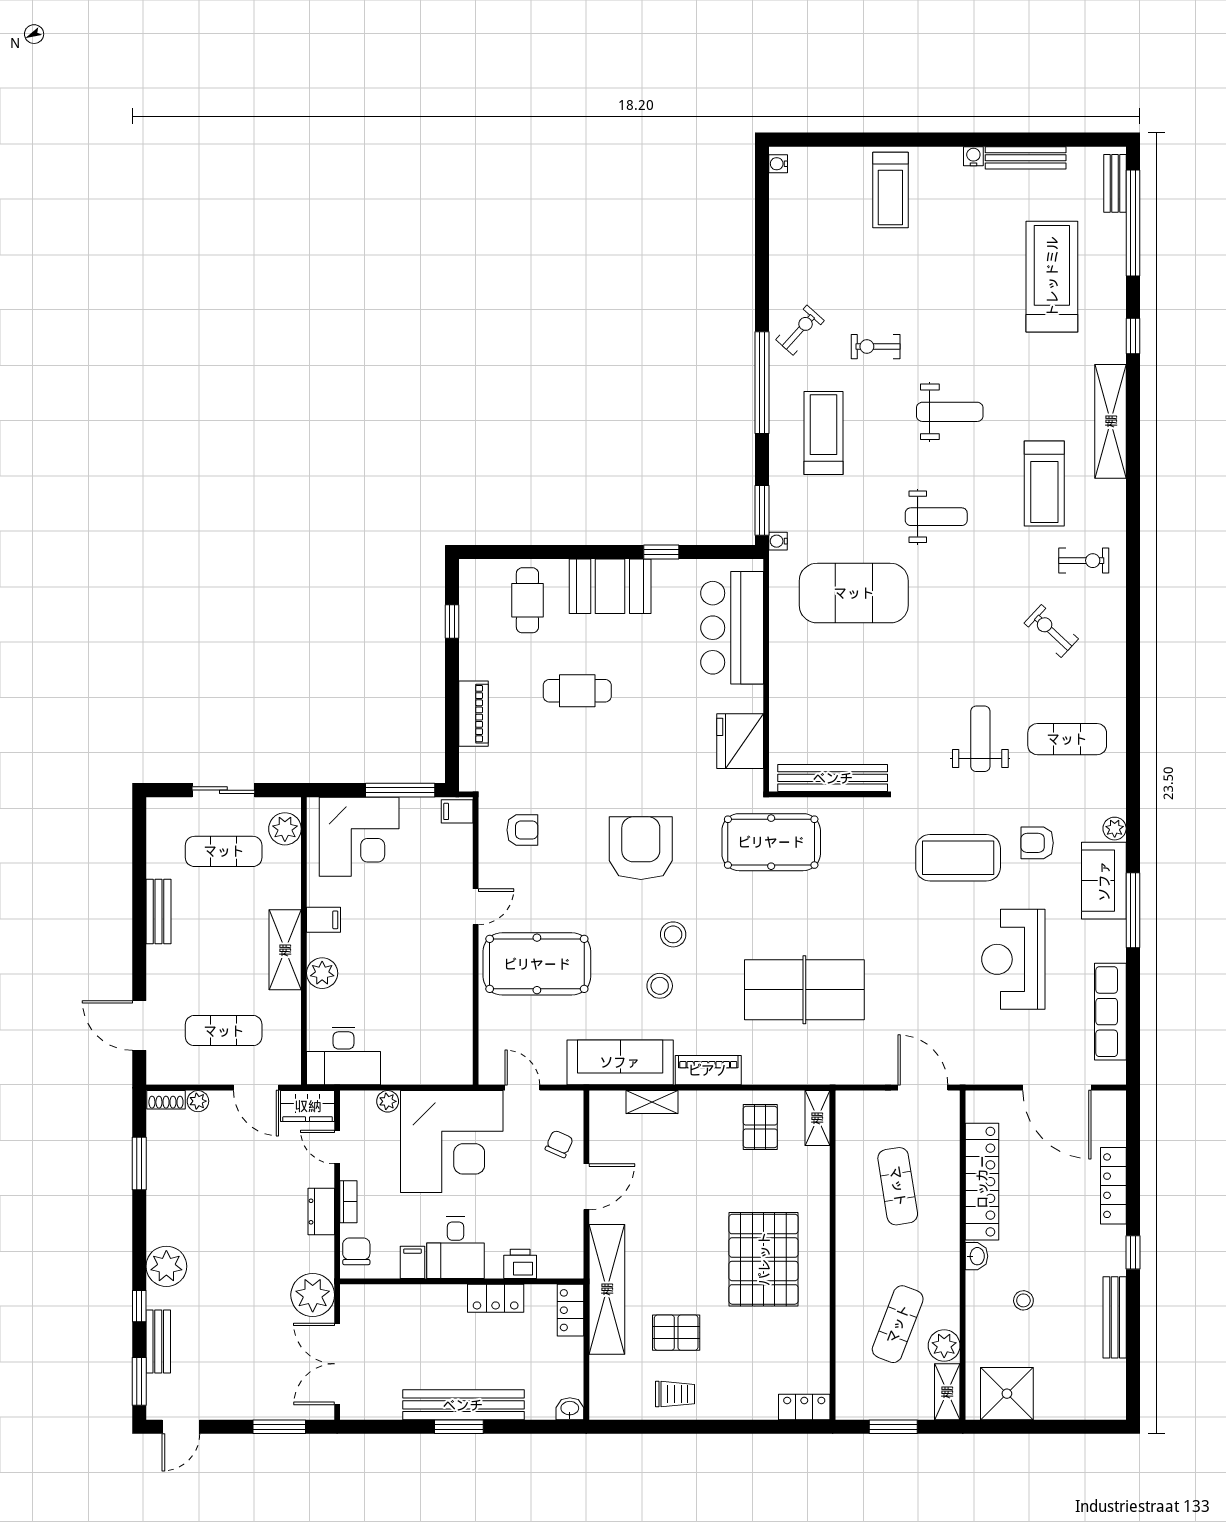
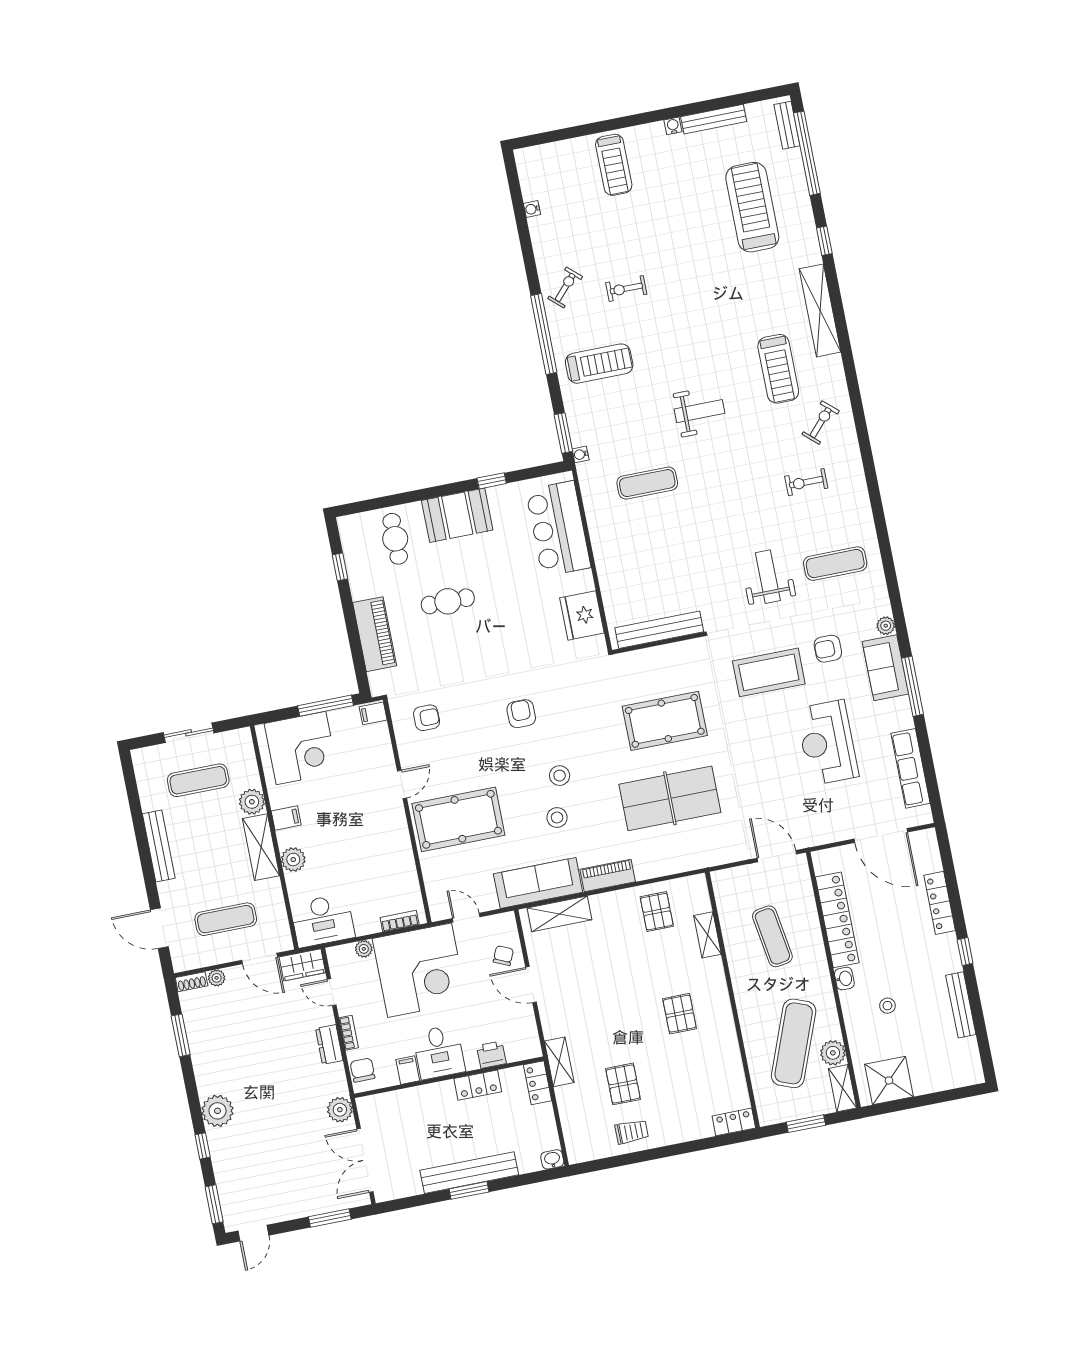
water cooler: (778, 164) -> (532, 209), moved
weight bench: (950, 412) -> (694, 328), removed
treadmill: (823, 433) -> (599, 364), turned 90
exercise bike: (1084, 561) -> (821, 423), turned -48
exercise mat: (854, 593) -> (647, 483), width x0.50, depth x0.69
exercise bike: (1051, 631) -> (806, 482), turned -43
piano: (474, 714) -> (375, 634), width x1.37, depth x1.33
plant: (285, 829) -> (252, 802), moved
pool table: (771, 842) -> (665, 721), moved
armchair: (641, 848) -> (521, 714), width x0.53, depth x0.53
bench: (159, 912) -> (159, 846), width x1.36
bookcase: (439, 1076) -> (400, 921), added
shelving: (652, 1102) -> (559, 914), width x1.50, depth x1.33
shelving: (817, 1118) -> (707, 935), moved
door: (586, 1187) -> (531, 985), swing flipped
pallet: (764, 1259) -> (680, 1014), width x0.49, depth x0.50
shelving: (607, 1289) -> (559, 1062), width x0.45, depth x0.75
plant: (313, 1295) -> (340, 1110), width x0.73, depth x0.73
exercise mat: (898, 1324) -> (794, 1043), width x1.36, depth x1.45
pallet: (676, 1333) -> (623, 1084), turned 90
bench: (158, 1342) -> (223, 1170), removed

